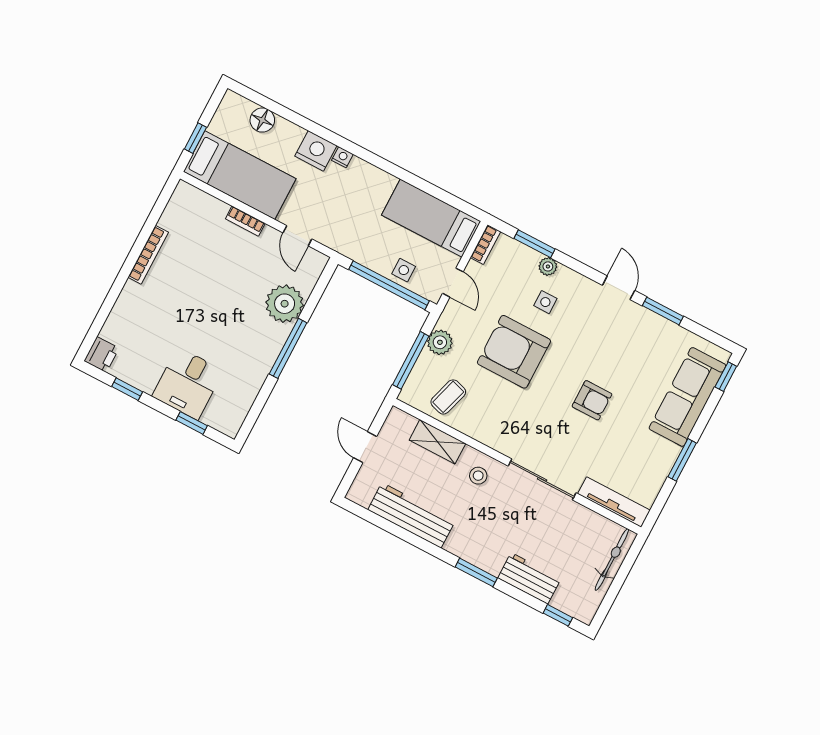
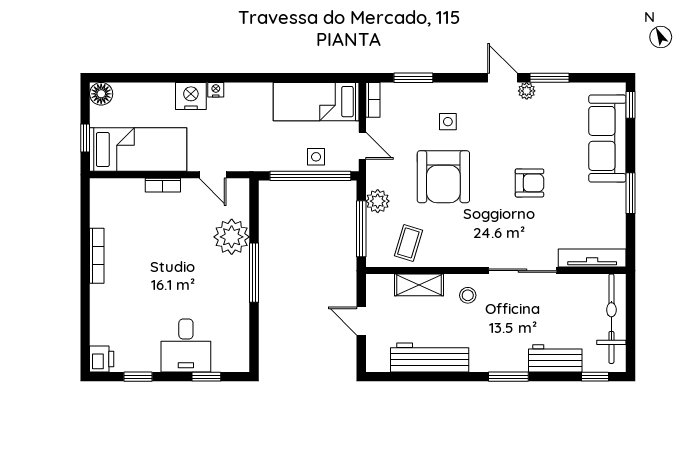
floor lamp: (262, 120) -> (101, 94), moved
plant: (548, 266) -> (527, 91), moved
armchair: (514, 352) -> (443, 177), turned -90
bicycle: (612, 560) -> (611, 319), width x1.37, depth x1.40

